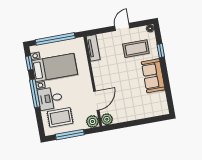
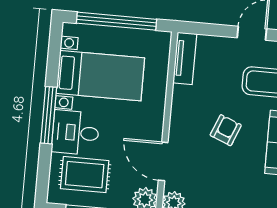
window: (29, 63) -> (54, 54), removed
armchair: (122, 77) -> (226, 130), added
door: (96, 101) -> (163, 161), swing flipped

